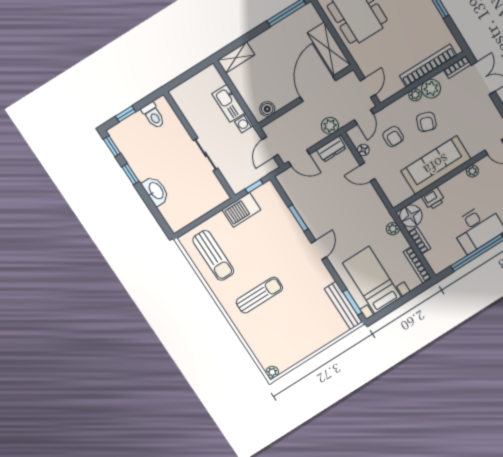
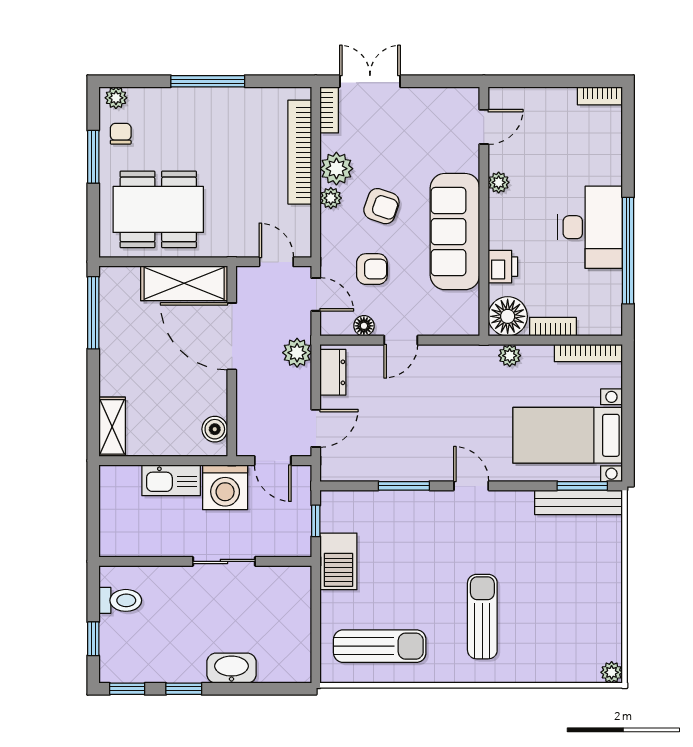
washing machine: (244, 124) -> (225, 487), width x1.89, depth x1.89

